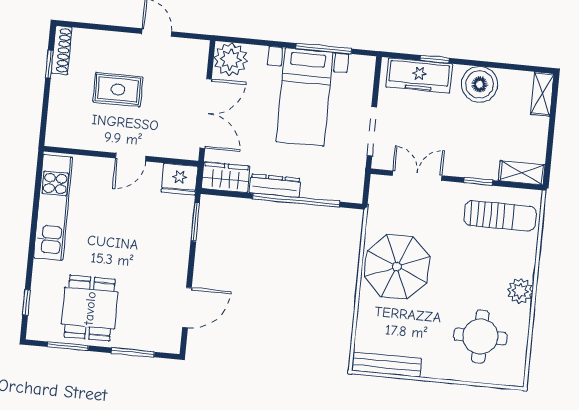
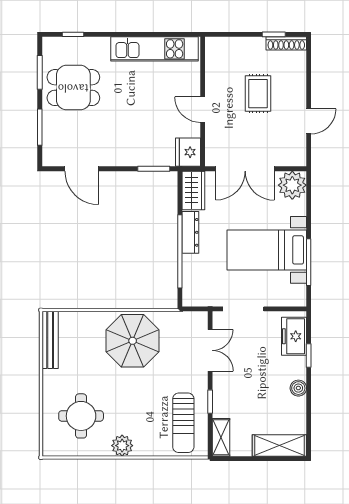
freezer: (419, 75) -> (294, 336), width x0.71
boiler: (480, 84) -> (298, 388), width x0.54, depth x0.54
shelving: (542, 94) -> (279, 445), width x1.50, depth x1.33

